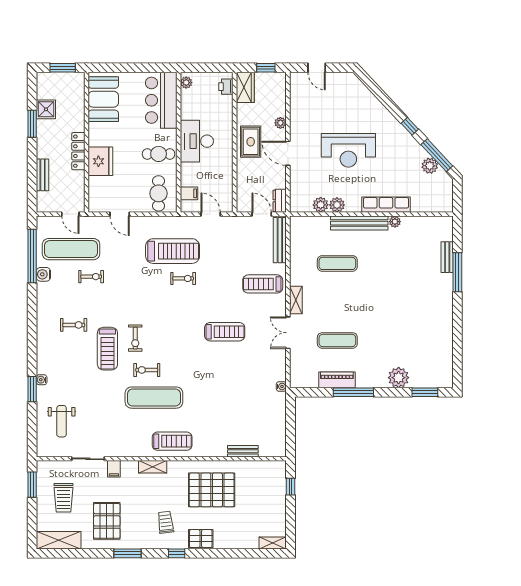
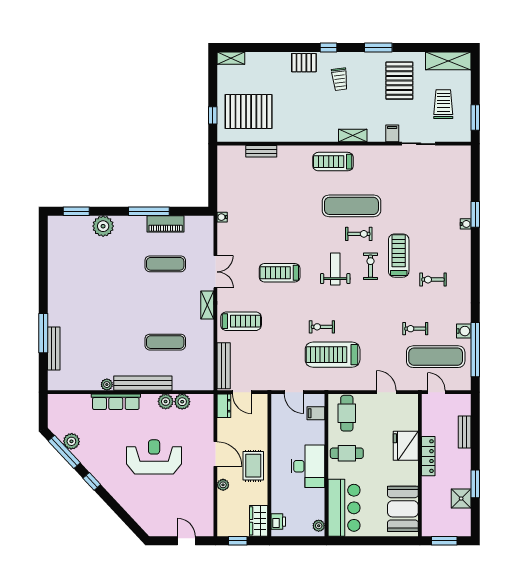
bench: (447, 257) -> (54, 348), width x1.36
weight bench: (62, 421) -> (335, 269), moved
pallet: (212, 490) -> (249, 112), moved

